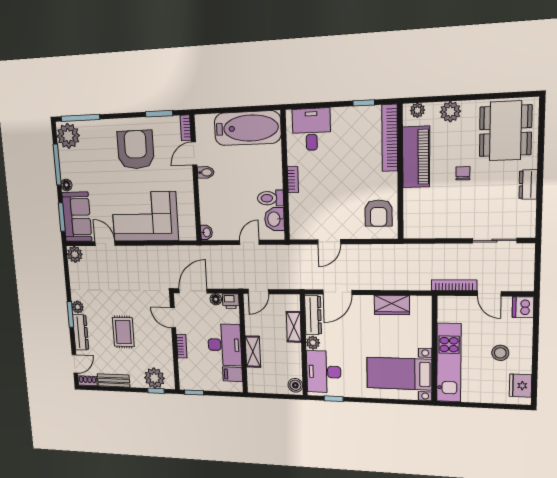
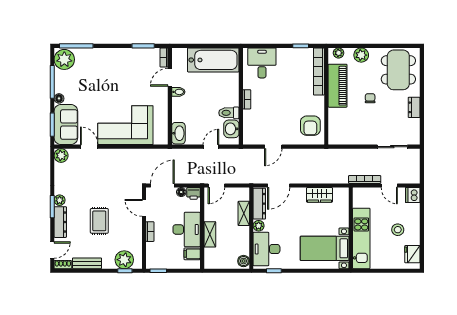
armchair: (136, 150) -> (122, 72), removed
washbasin: (206, 232) -> (178, 133), width x1.91, depth x1.45

